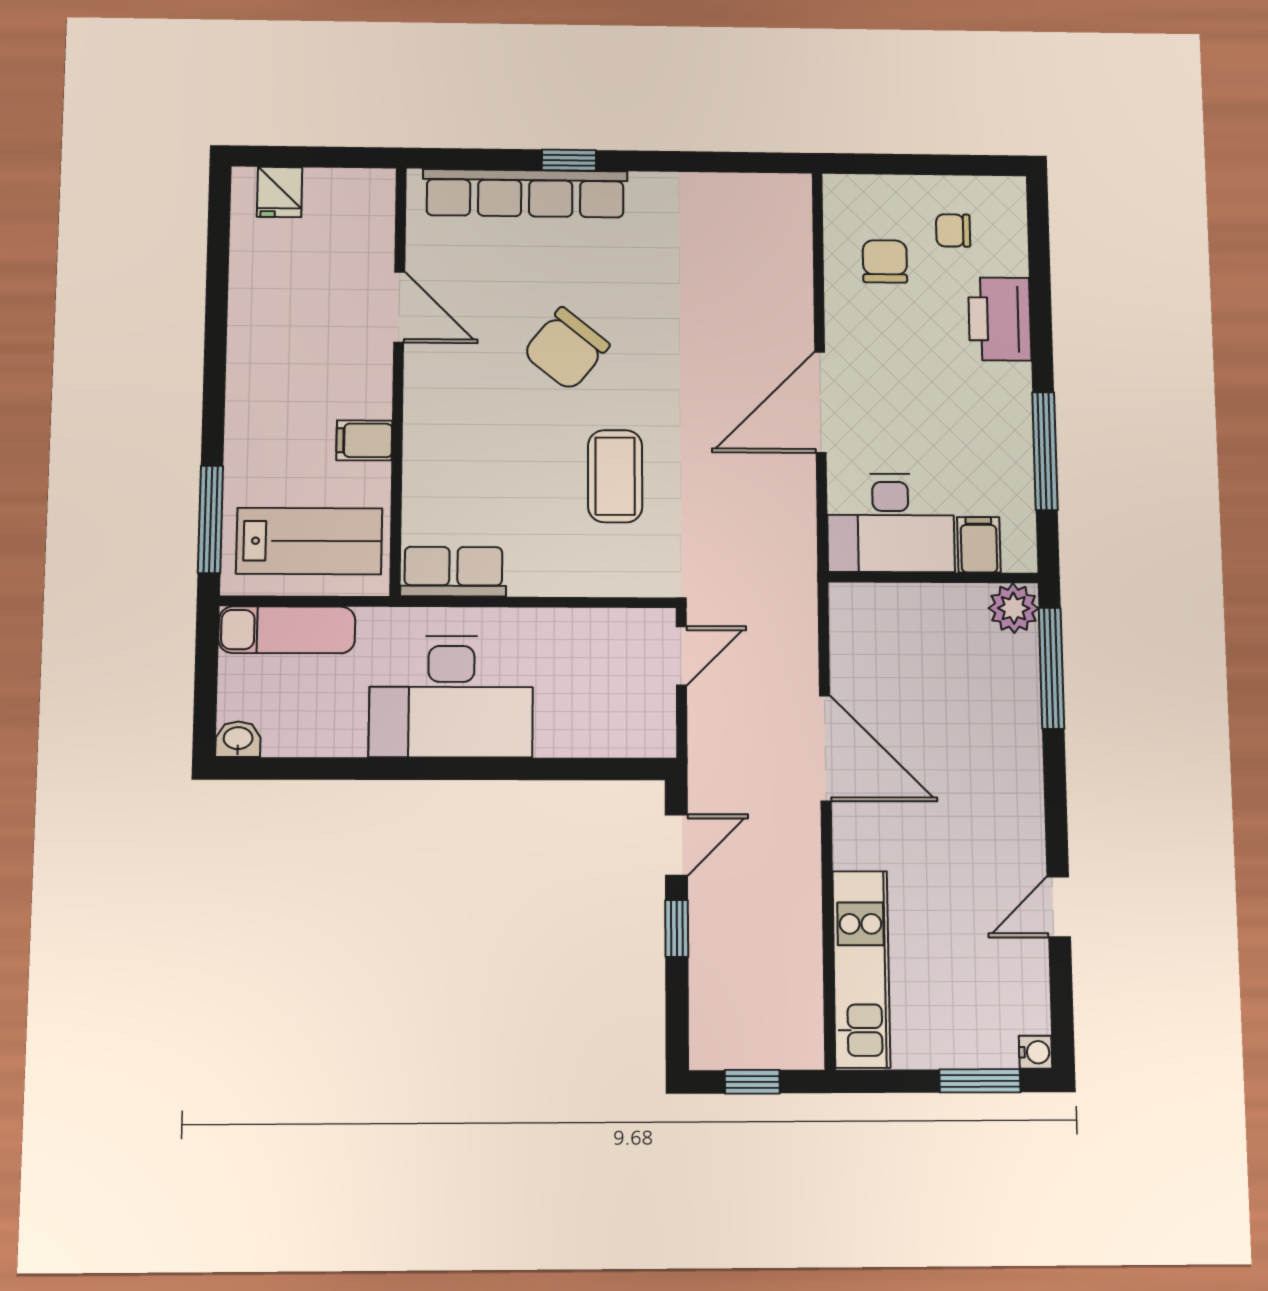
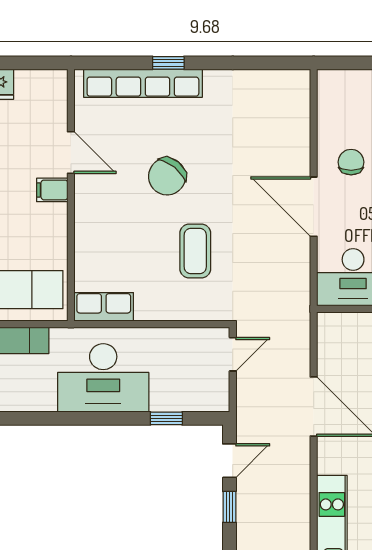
chair: (885, 261) -> (351, 162), moved
door: (820, 402) -> (314, 207), hinge flipped
filing cabinet: (364, 440) -> (52, 190), moved
window: (563, 769) -> (166, 418), added

